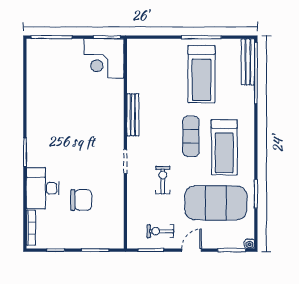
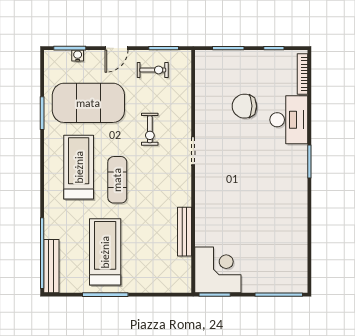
bench: (133, 115) -> (185, 232), moved
water cooler: (250, 244) -> (78, 55), moved

